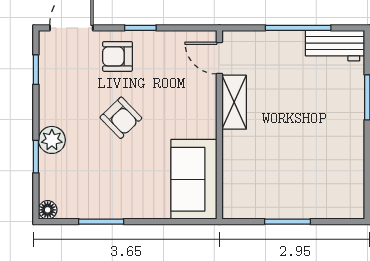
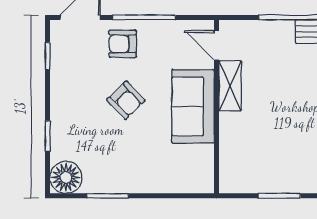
window: (140, 28) -> (144, 17), width x2.17
plant: (52, 140) -> (62, 121), removed
sofa: (194, 179) -> (193, 106), moved
floor lamp: (48, 210) -> (66, 177), width x1.89, depth x1.89

